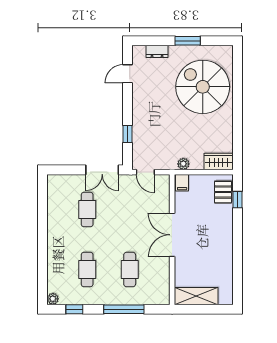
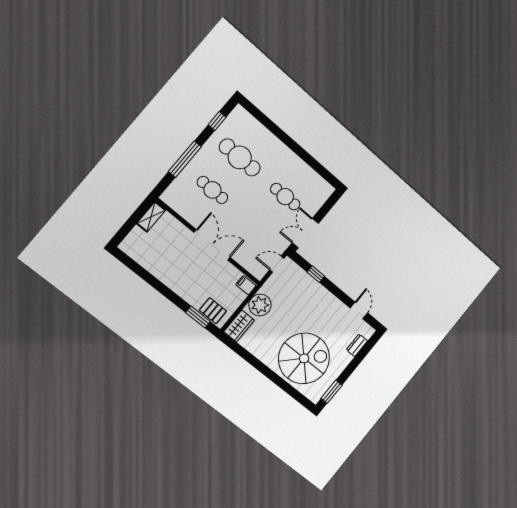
window: (188, 41) -> (332, 392), moved
plant: (183, 164) -> (260, 305), width x1.88, depth x1.88
window: (237, 200) -> (198, 317), width x1.50
cafe table: (87, 269) -> (240, 157), width x1.37, depth x1.35
shelving: (196, 296) -> (151, 217), width x0.67, depth x0.75
plant: (53, 299) -> (239, 112), removed

